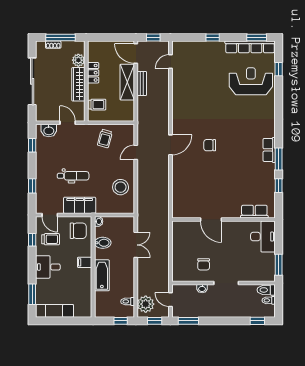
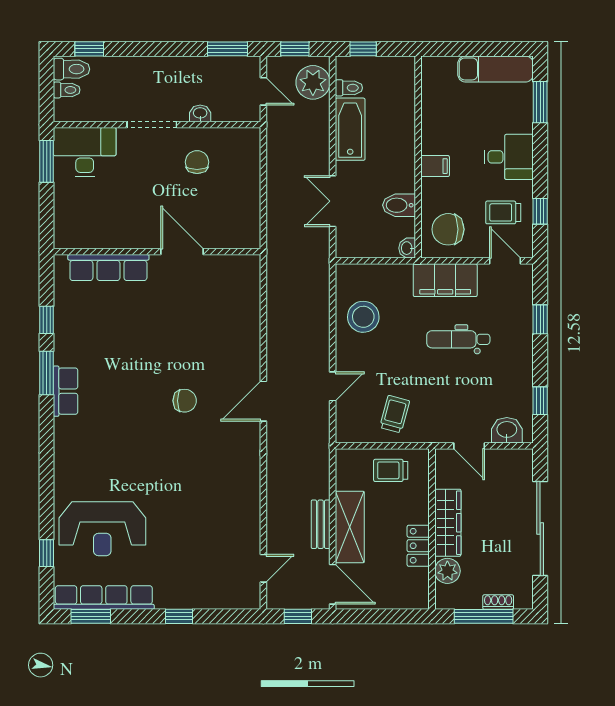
trolley: (97, 105) -> (391, 470), moved
row of seats: (254, 212) -> (108, 268), width x1.48
desk: (263, 237) -> (85, 152), moved, turned 90
bathtub: (102, 275) -> (350, 129), moved, turned 180
toilet: (266, 290) -> (72, 69), moved

